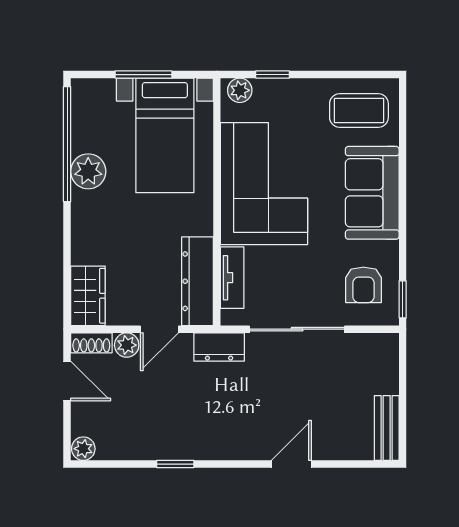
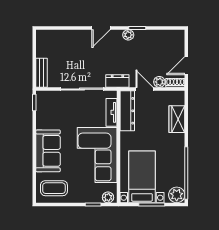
plant: (88, 171) -> (177, 195), moved
armchair: (363, 285) -> (52, 109), removed
wardrobe: (88, 296) -> (177, 119), moved
door: (159, 329) -> (144, 89), hinge flipped
door: (67, 381) -> (186, 66), hinge flipped
bench: (387, 428) -> (41, 73), moved
plant: (83, 449) -> (128, 35), moved
door: (291, 464) -> (101, 28), moved

